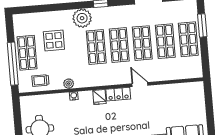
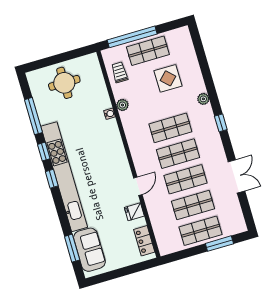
plant: (82, 18) -> (203, 99), width x0.53, depth x0.53
locker: (118, 94) -> (144, 241), moved
fridge: (99, 97) -> (134, 212), moved

